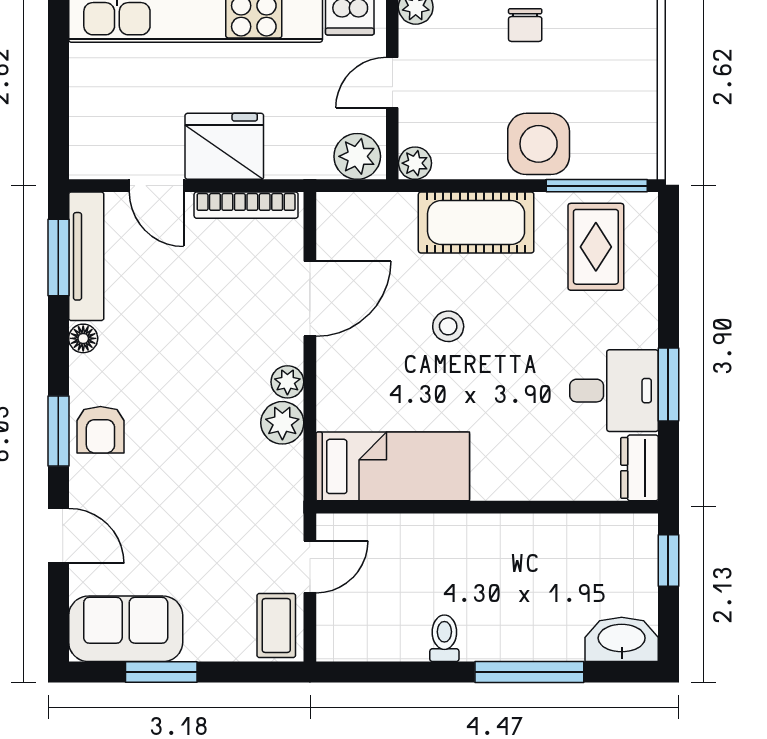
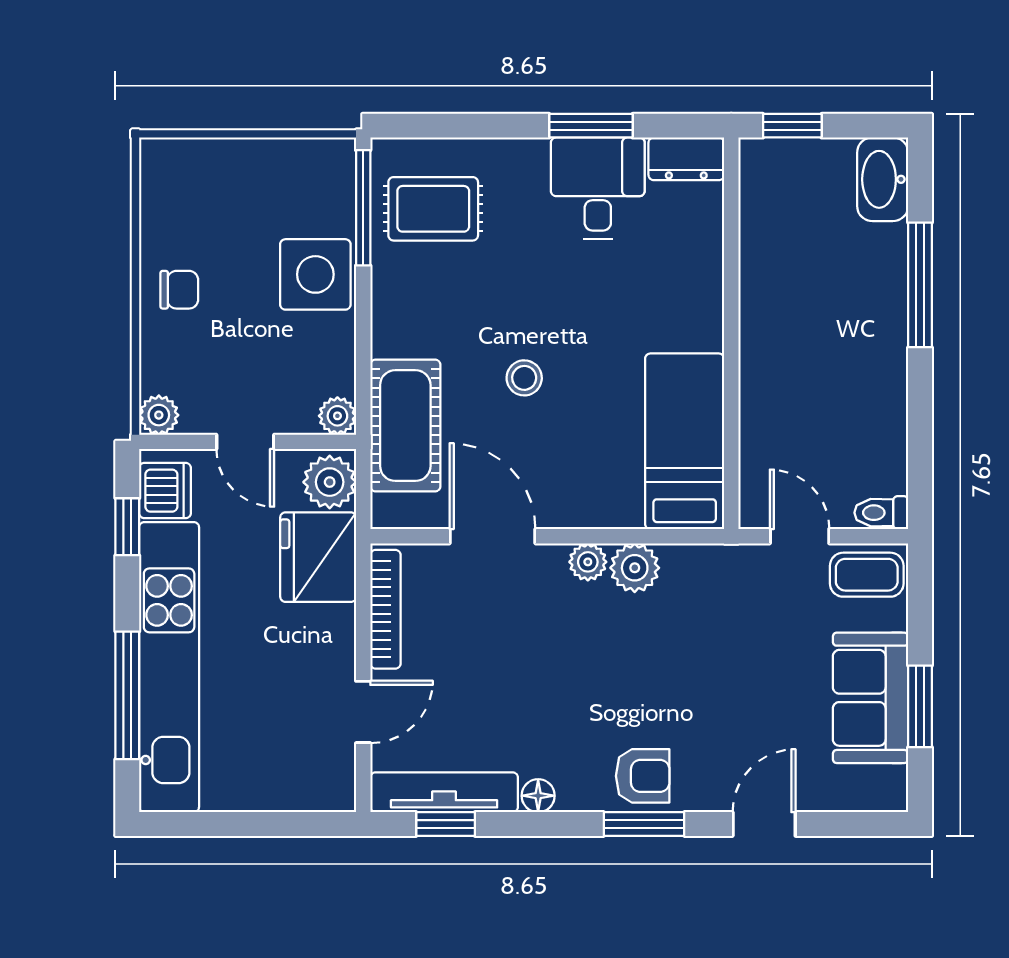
fridge: (224, 146) -> (318, 557), moved
cot: (476, 222) -> (405, 426), moved
window: (58, 258) -> (446, 824), width x0.67
sofa: (126, 629) -> (871, 698), moved
toilet: (444, 638) -> (881, 513), moved

